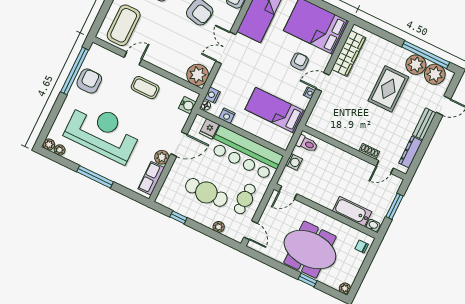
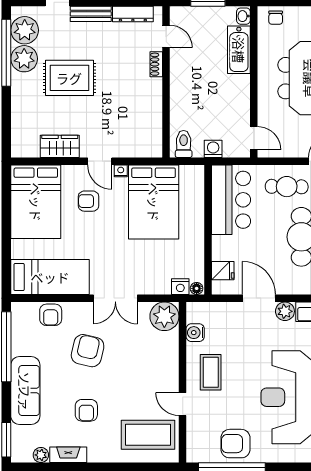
wardrobe: (349, 53) -> (60, 146), width x0.67
water cooler: (187, 105) -> (195, 333), moved, turned -90
bed: (275, 110) -> (154, 202), width x1.50
nightstand: (227, 116) -> (197, 257), removed
bar counter: (246, 153) -> (231, 200), width x0.73

